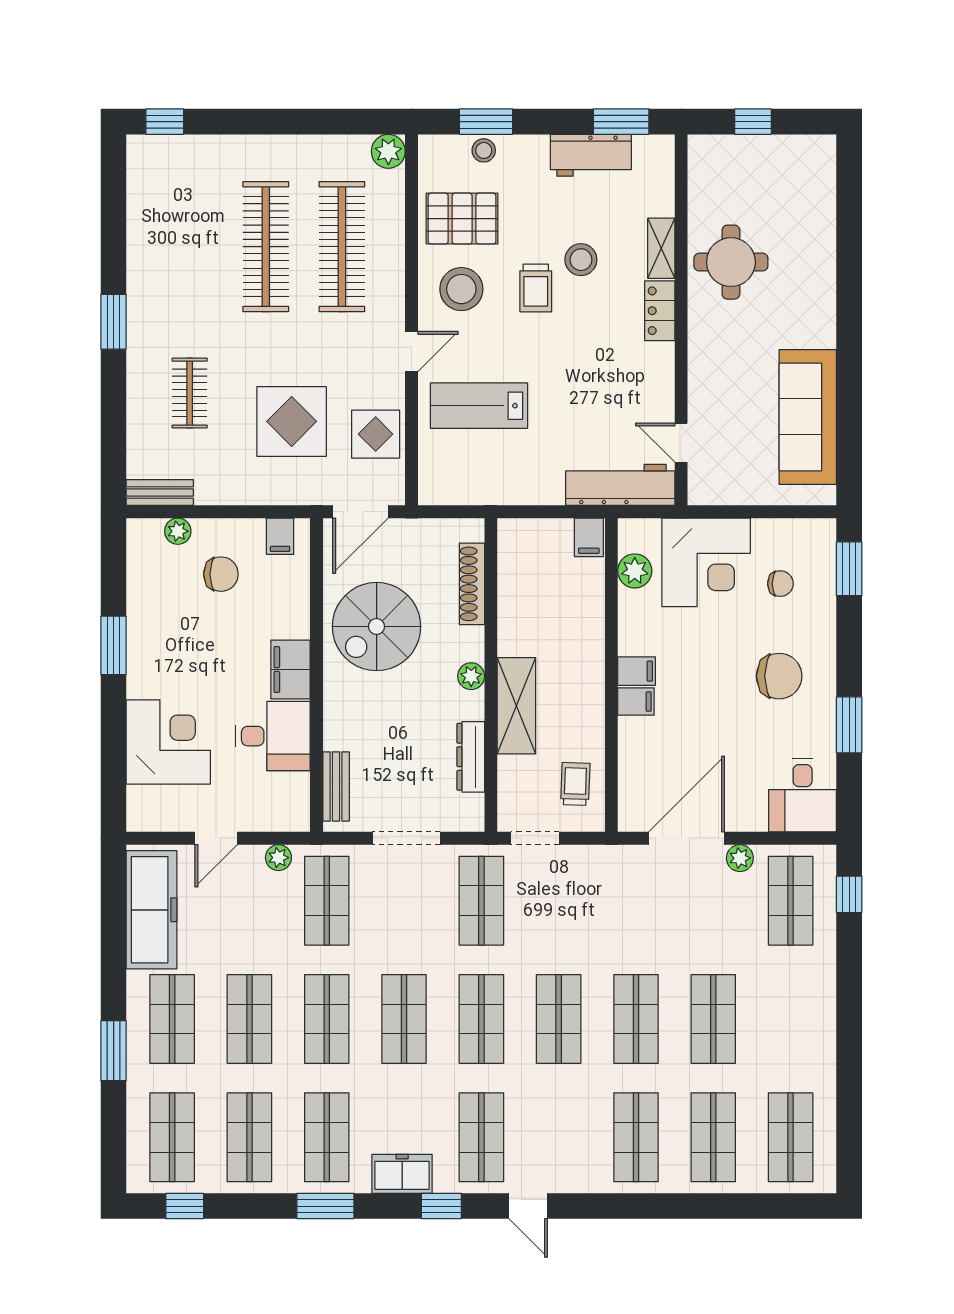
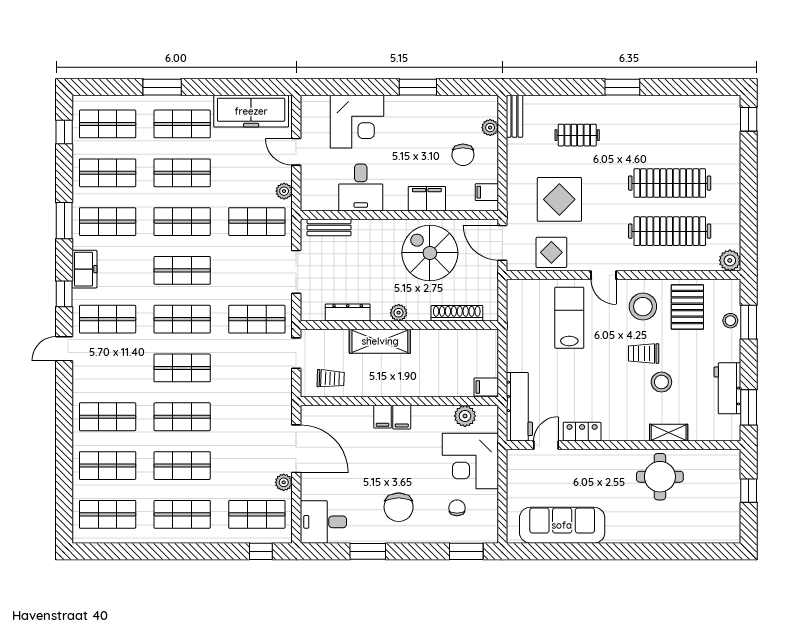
locker: (660, 311) -> (582, 432), moved
chair: (780, 584) -> (457, 508), turned 180
filing cabinet: (290, 670) -> (427, 199), moved
shop shelf: (791, 1019) -> (182, 514), added

